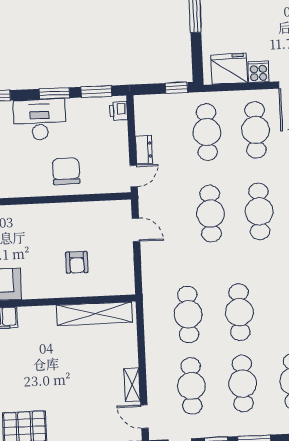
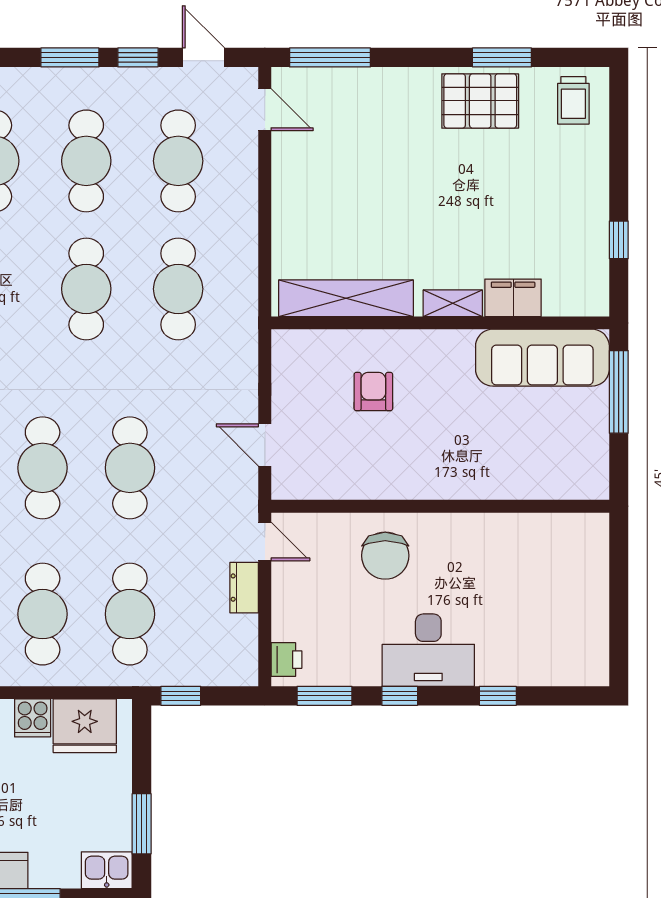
window: (54, 93) -> (400, 696), width x0.67
door: (134, 176) -> (265, 541), swing flipped
shelving: (132, 385) -> (453, 303), moved, turned 90

